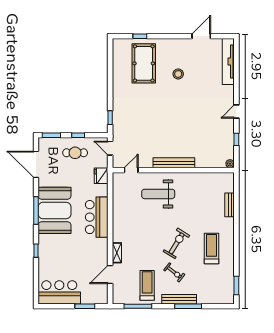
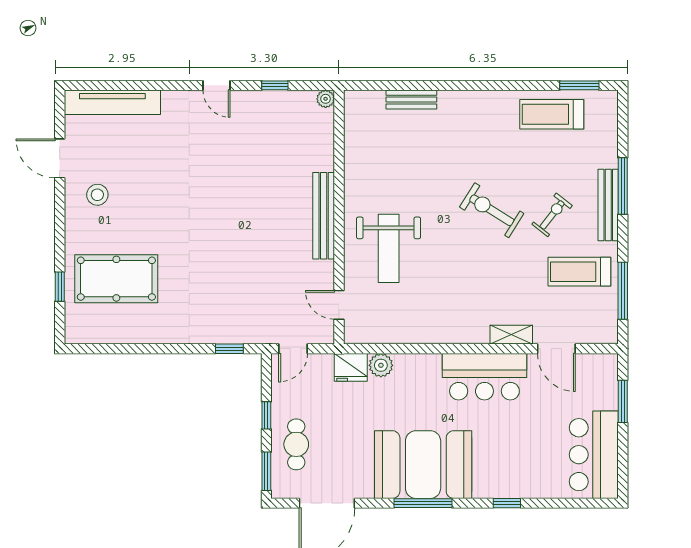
stool: (178, 74) -> (97, 195), moved
cafe table: (75, 153) -> (296, 444), moved
plant: (102, 190) -> (381, 365), added
bar counter: (97, 217) -> (484, 377), moved
treadmill: (211, 249) -> (552, 114), moved

